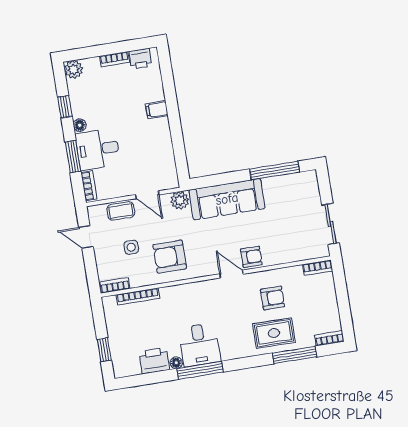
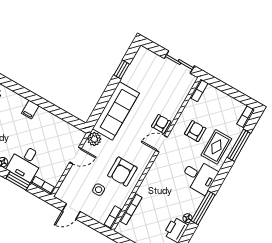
window: (275, 171) -> (122, 69), width x0.46
coffee table: (121, 211) -> (73, 179), removed
desk: (199, 345) -> (199, 176), moved

